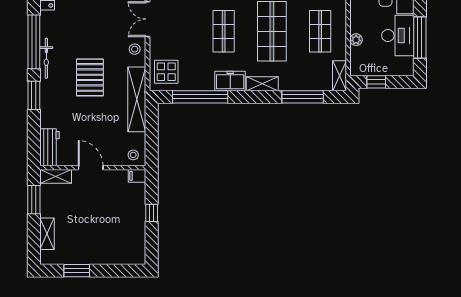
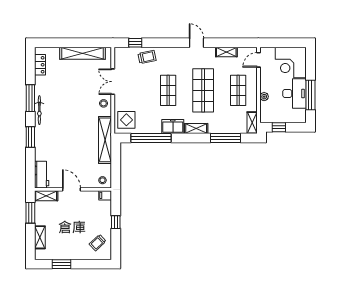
window: (34, 42) -> (30, 98), width x0.68
pallet: (90, 77) -> (71, 124), removed
trolley: (127, 241) -> (98, 243), added

